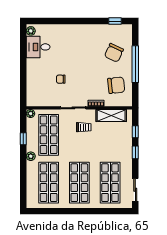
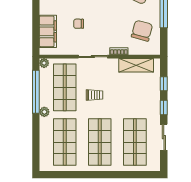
chair: (116, 85) -> (142, 31), turned -69
filing cabinet: (34, 86) -> (48, 31), added
trolley: (84, 127) -> (94, 95), moved
window: (23, 139) -> (36, 92), width x3.17
sliding door: (135, 190) -> (164, 137), moved

